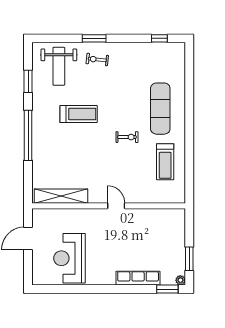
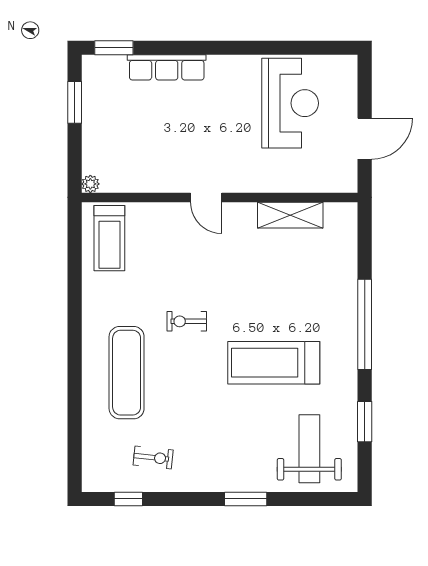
exercise bike: (97, 60) -> (153, 458), moved
treadmill: (79, 114) -> (274, 363), width x1.37, depth x1.38
treadmill: (165, 162) -> (109, 238), moved, turned 180
shelving: (61, 196) -> (290, 215), width x0.68
plant: (180, 280) -> (90, 184), moved

